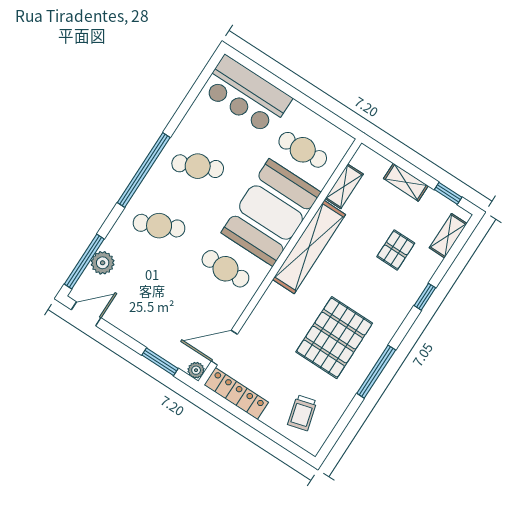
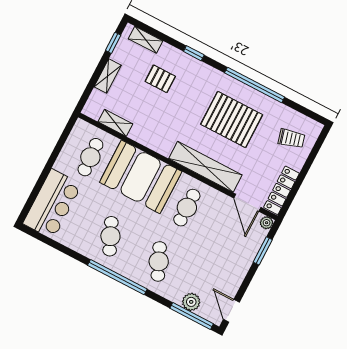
shelving: (309, 247) -> (205, 167), moved
window: (376, 372) -> (255, 85), width x1.46

